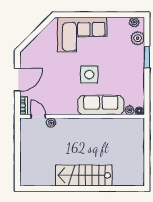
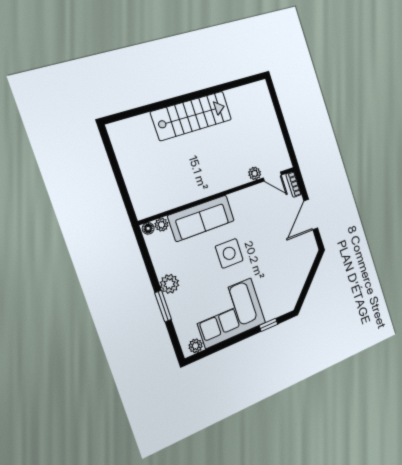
window: (78, 15) -> (268, 325), added
corner sofa: (82, 35) -> (229, 313), moved
plant: (138, 38) -> (169, 284), moved

